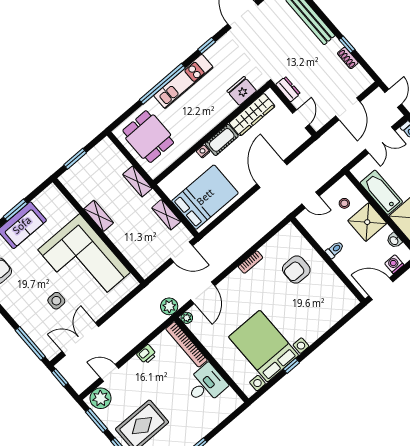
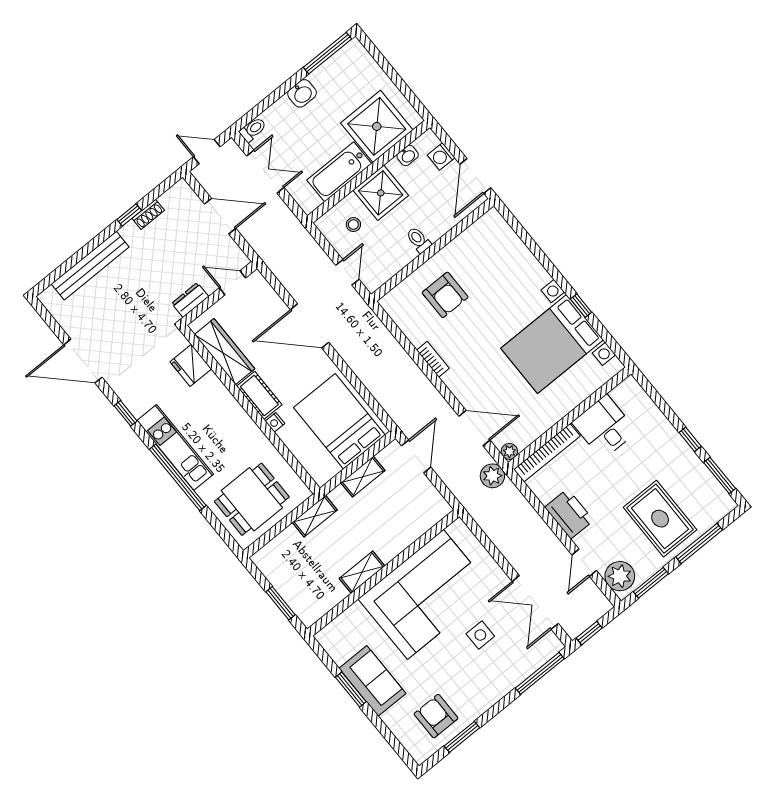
printer: (147, 354) -> (569, 514), width x1.87, depth x1.48

